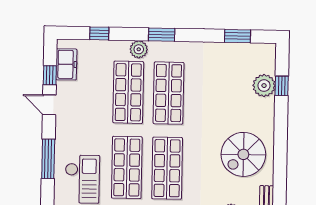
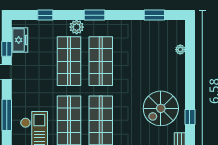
plant: (264, 86) -> (180, 50), width x0.53, depth x0.53
window: (282, 86) -> (190, 117), moved

